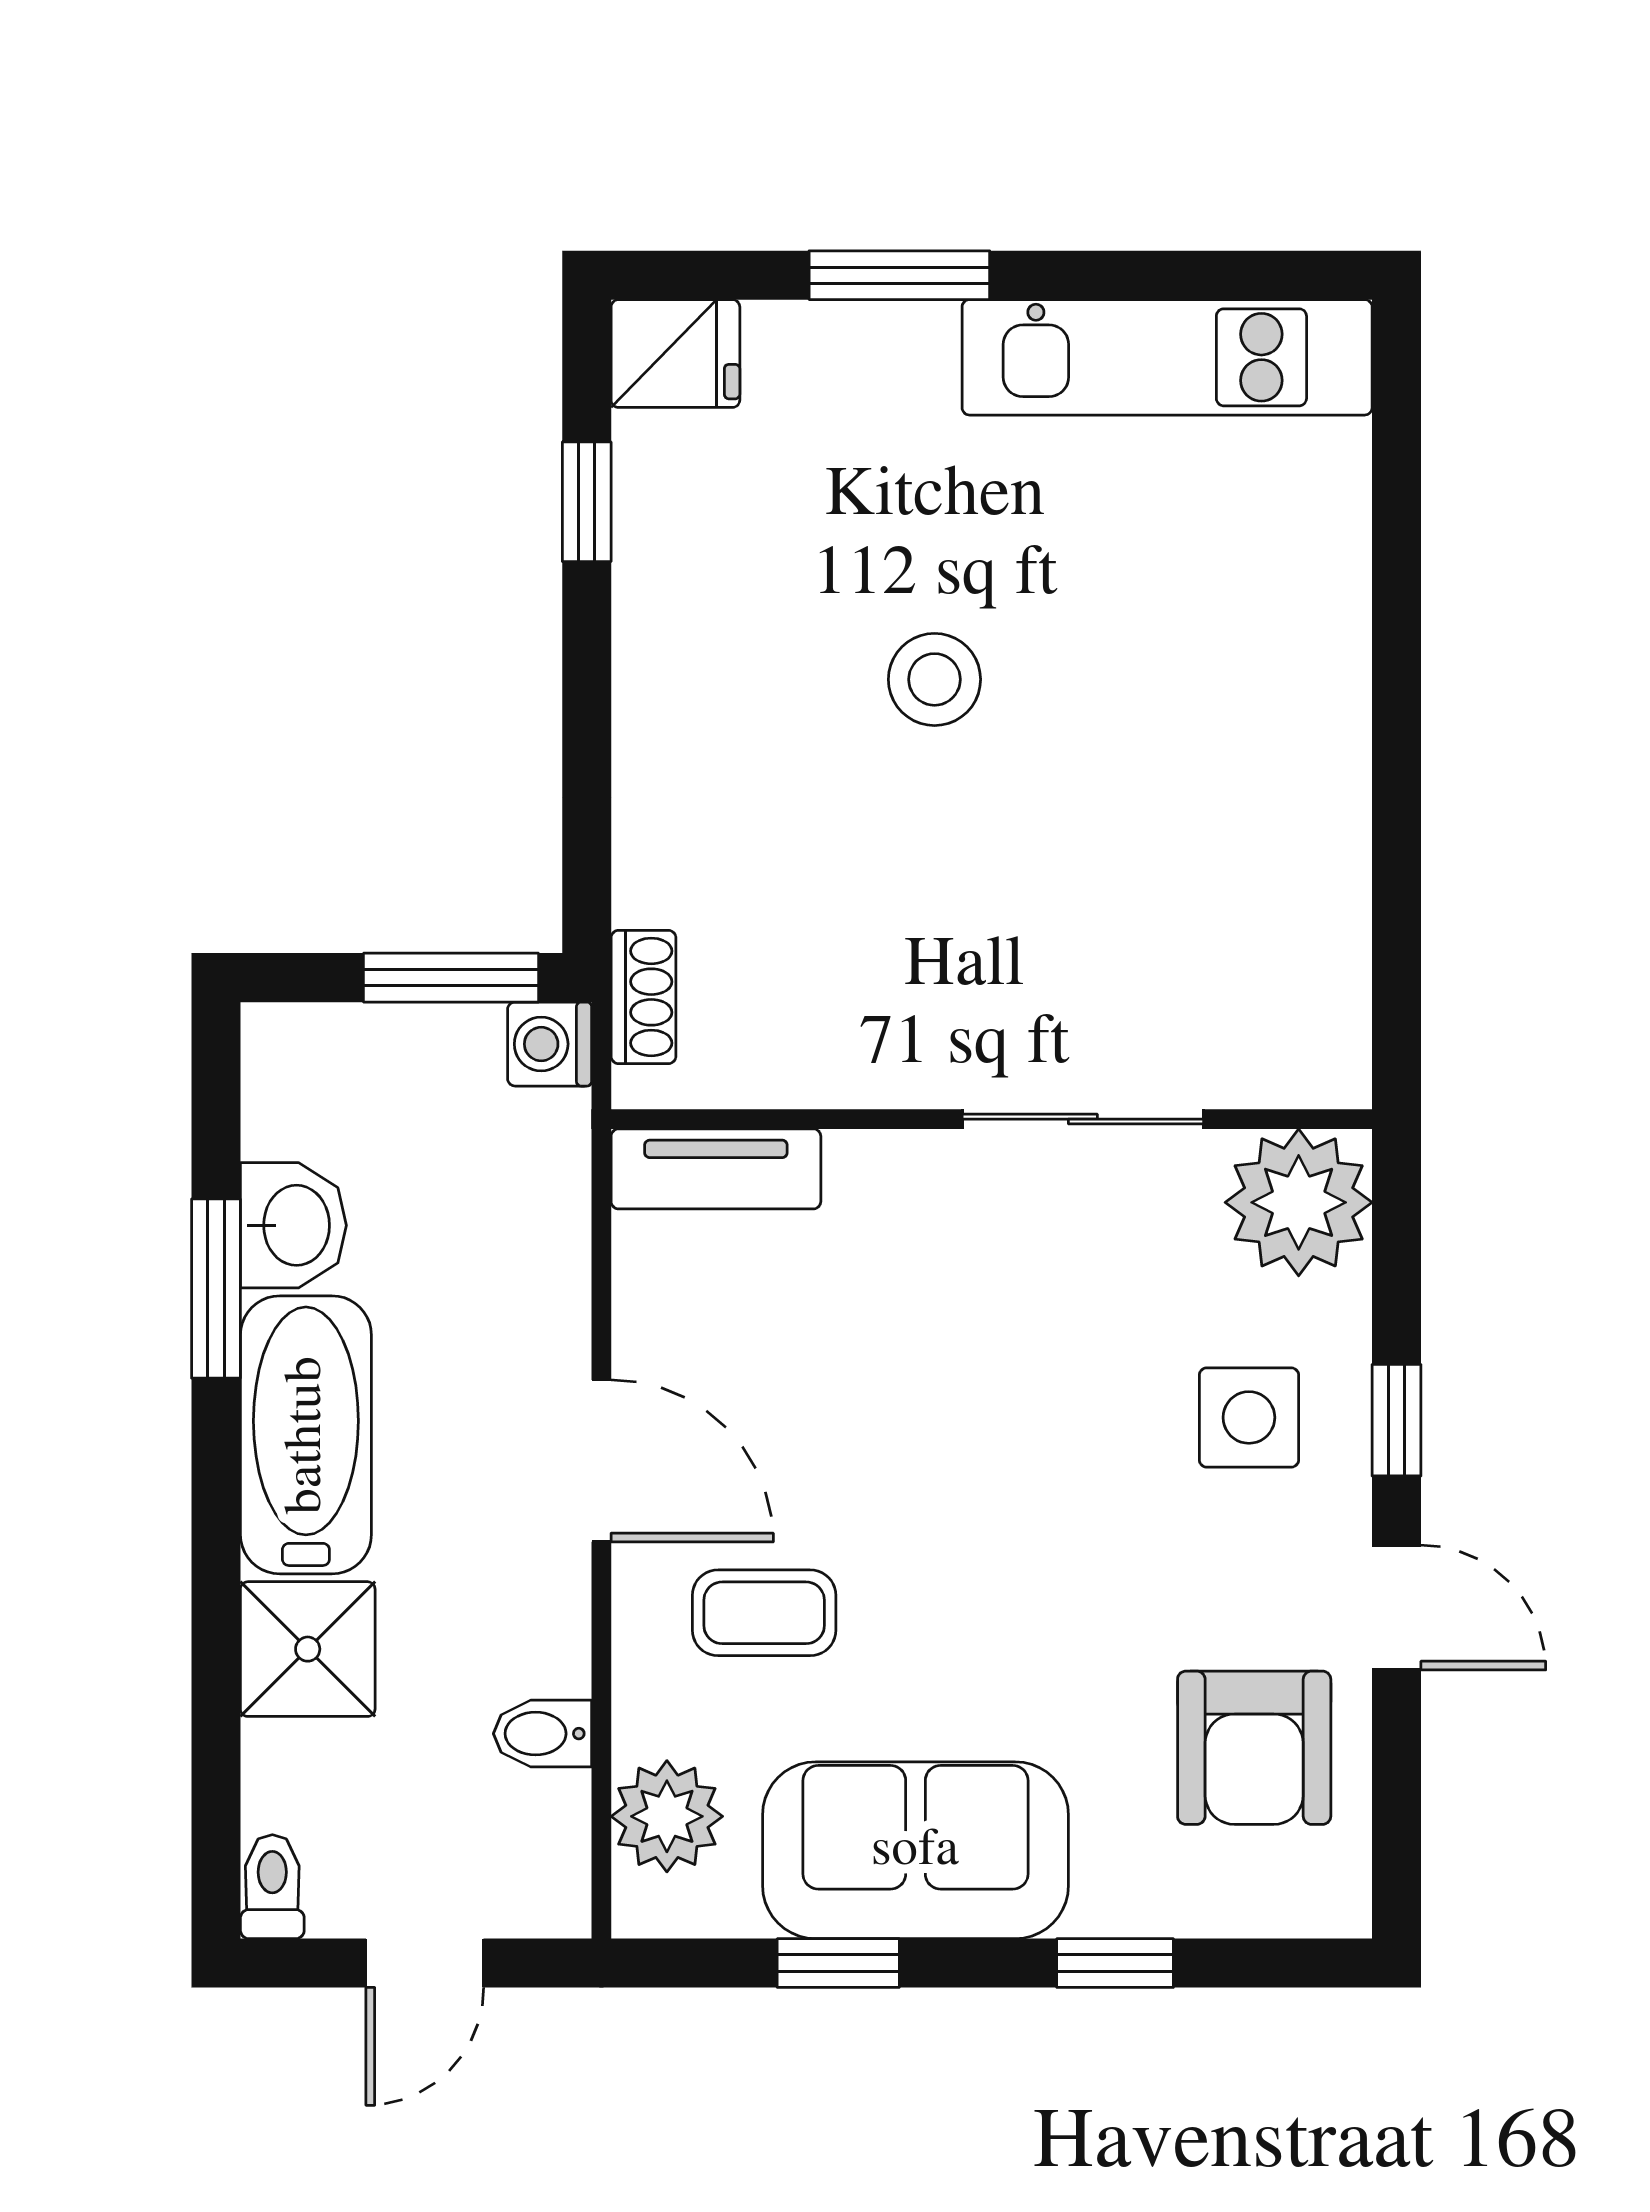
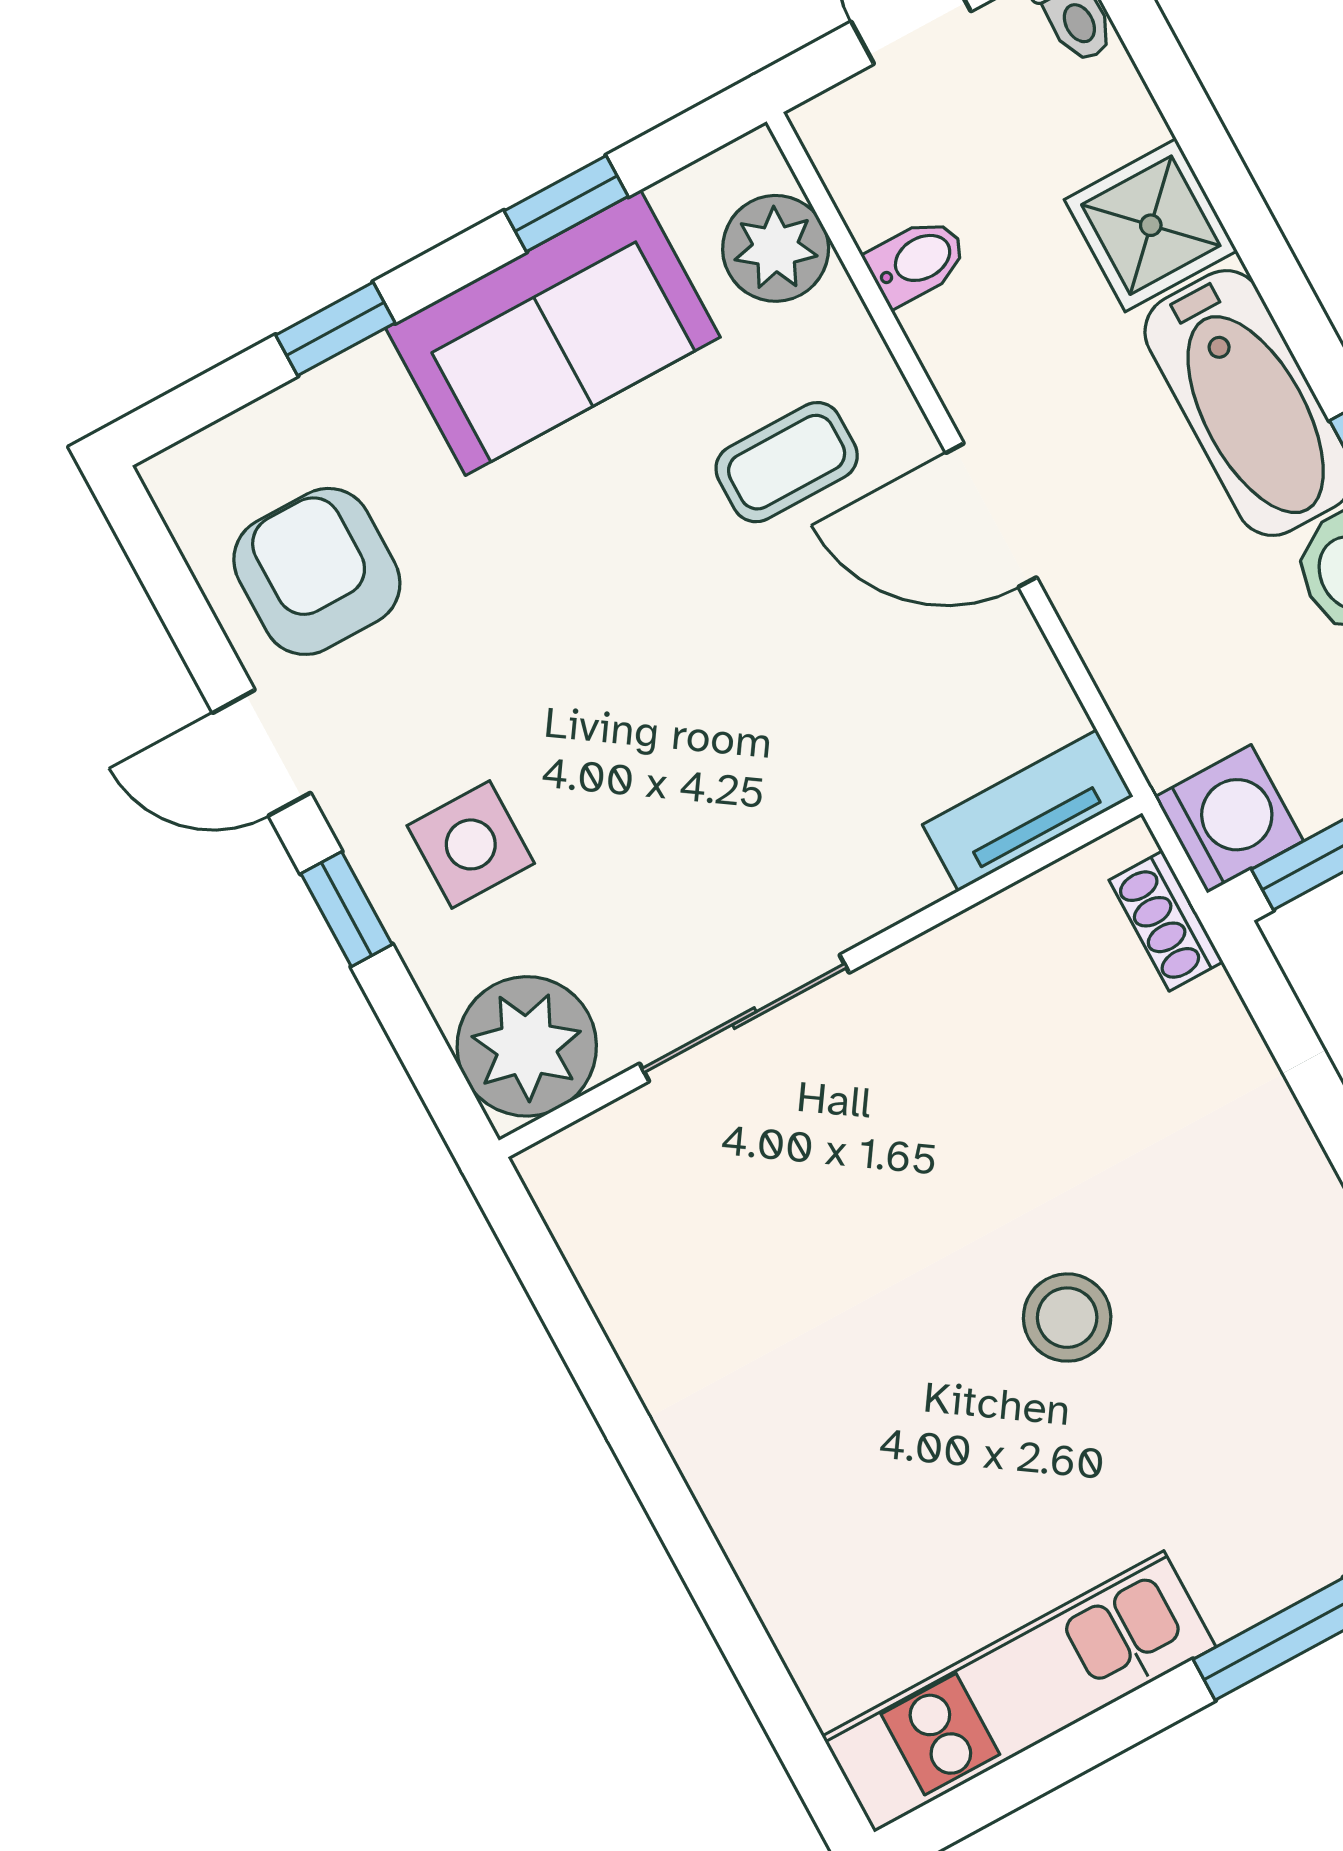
washing machine: (550, 1044) -> (1229, 819), width x1.38, depth x1.38

